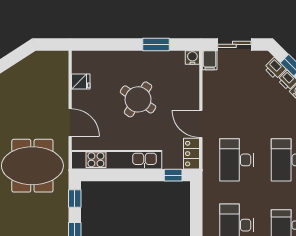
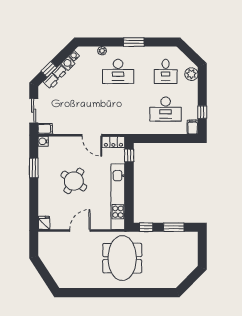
fridge: (81, 81) -> (44, 223), moved
door: (70, 123) -> (80, 231), moved
door: (201, 124) -> (92, 135), hinge flipped
desk: (237, 160) -> (118, 109), removed

